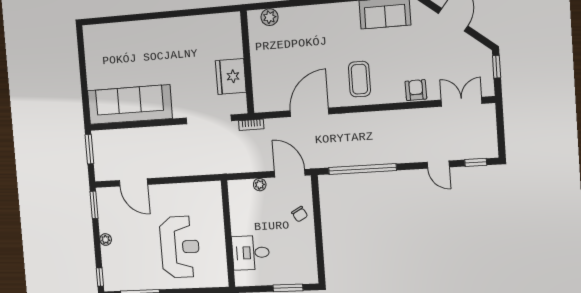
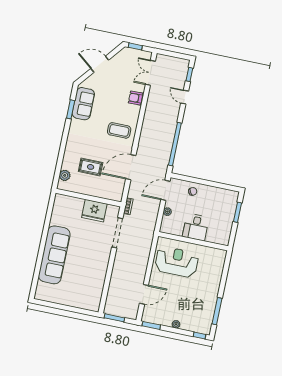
rug: (293, 52) -> (91, 167), added
sofa: (130, 105) -> (54, 255), moved, turned 180
door: (309, 112) -> (131, 167), hinge flipped
door: (438, 165) -> (185, 97), swing flipped
reception desk: (180, 247) -> (177, 262), moved
desk: (251, 253) -> (196, 227), moved

